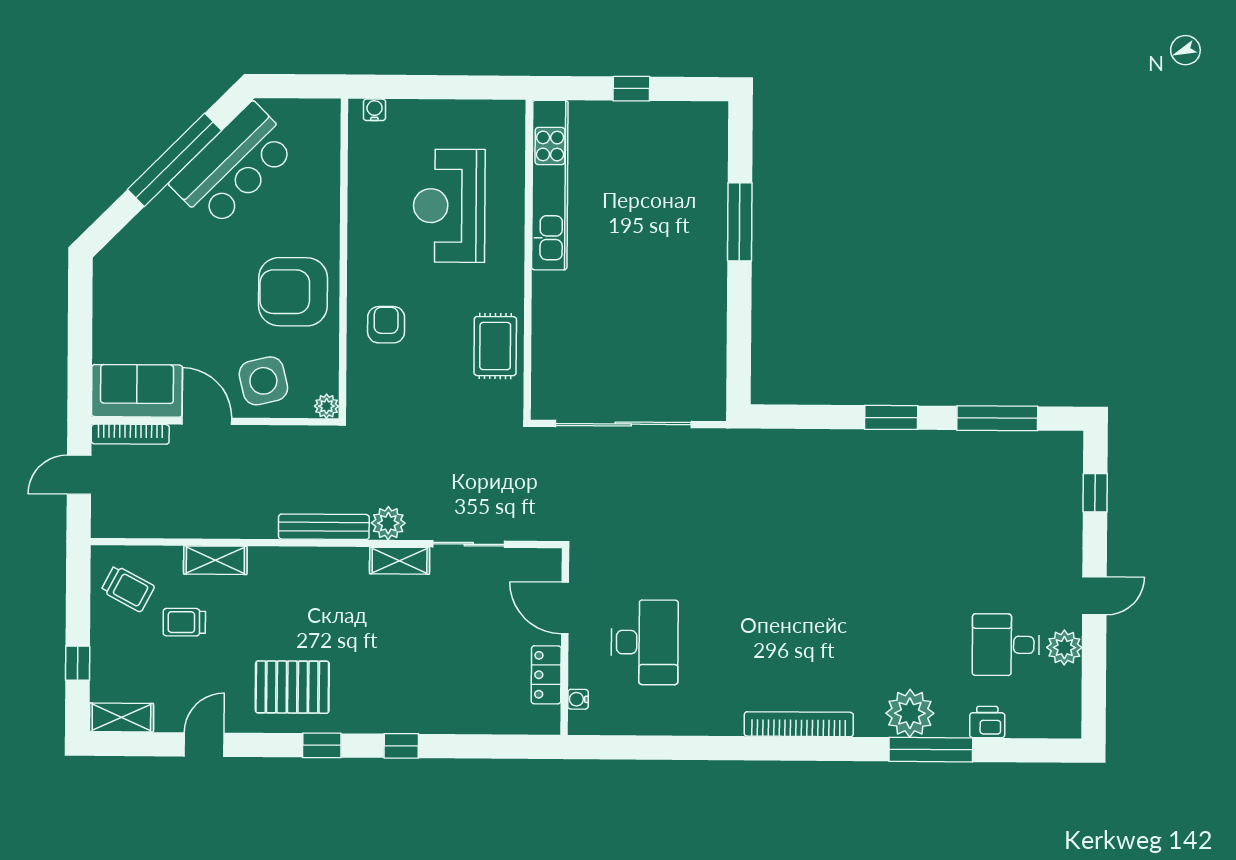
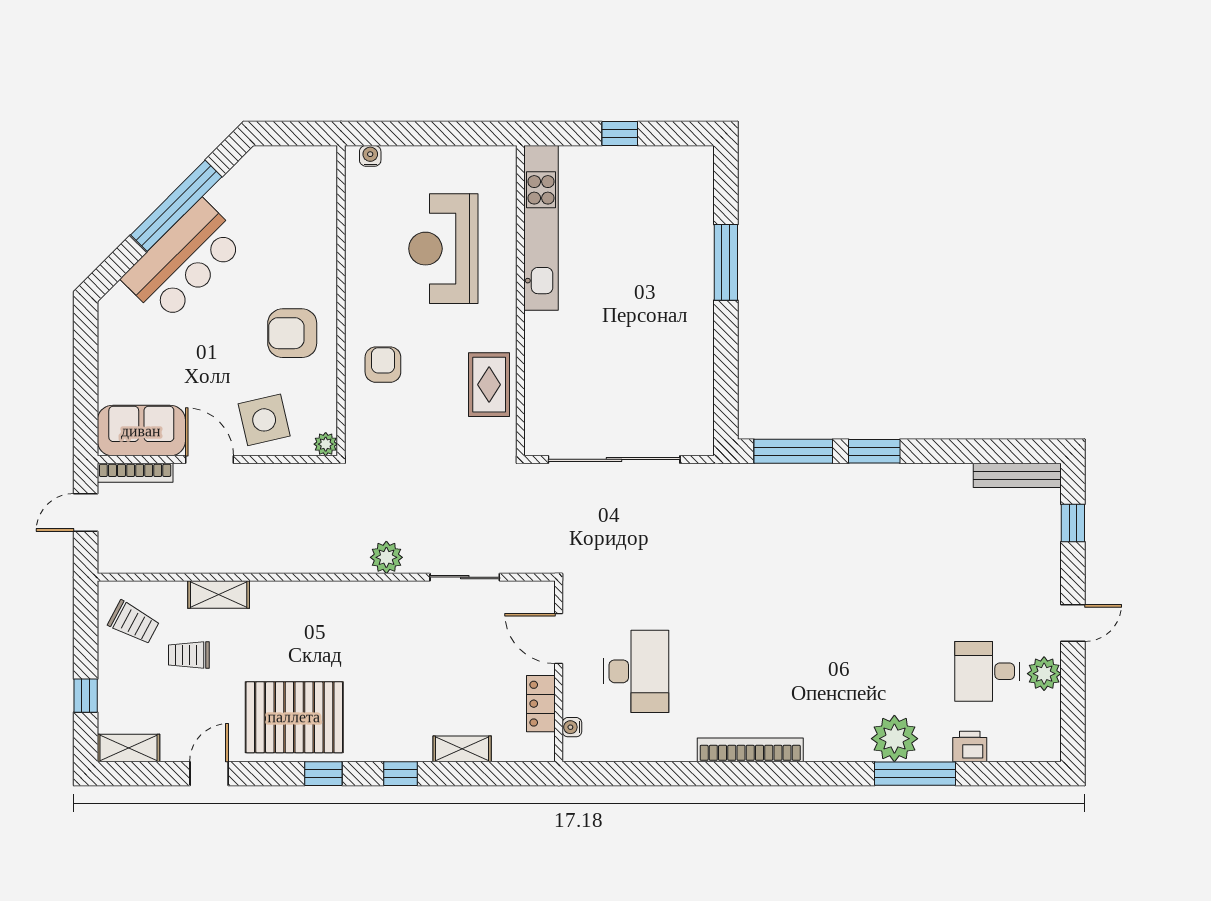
bar counter: (234, 165) -> (184, 261), moved
armchair: (293, 292) -> (292, 333), width x0.73, depth x0.73
window: (997, 418) -> (793, 451), moved
bench: (324, 527) -> (1017, 475), moved
shelving: (400, 561) -> (462, 749), moved
pallet: (292, 687) -> (294, 717), width x1.37, depth x1.41
bookcase: (799, 724) -> (750, 750), moved

